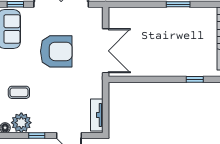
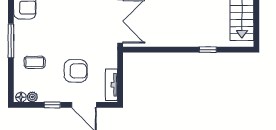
armchair: (56, 51) -> (76, 71), moved, width x0.73, depth x0.73
plant: (21, 123) -> (32, 97), width x0.53, depth x0.53

